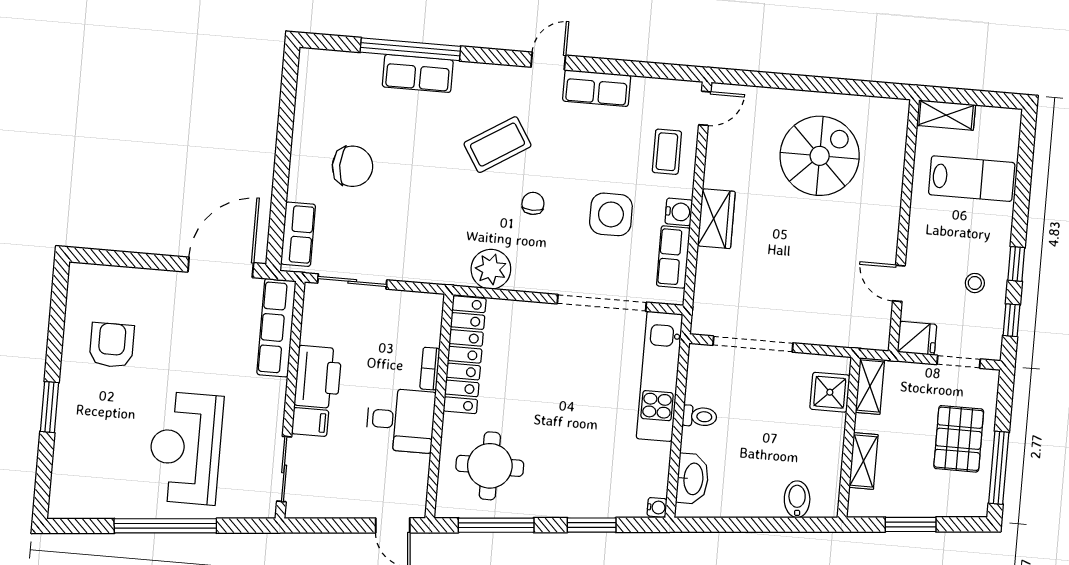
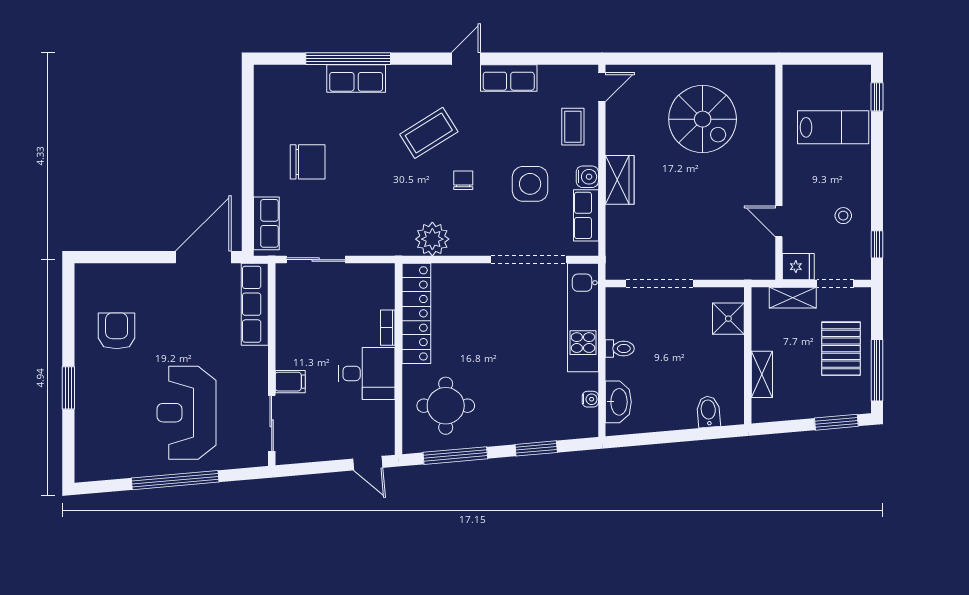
shelving: (946, 115) -> (807, 75), removed
spiral stairs: (820, 156) -> (703, 119), turned 90
window: (1016, 264) -> (877, 97), moved
printer: (318, 377) -> (294, 343), removed
shelving: (870, 386) -> (793, 298), moved, turned 90
water cooler: (657, 507) -> (590, 399), moved
window: (911, 524) -> (836, 422), moved

